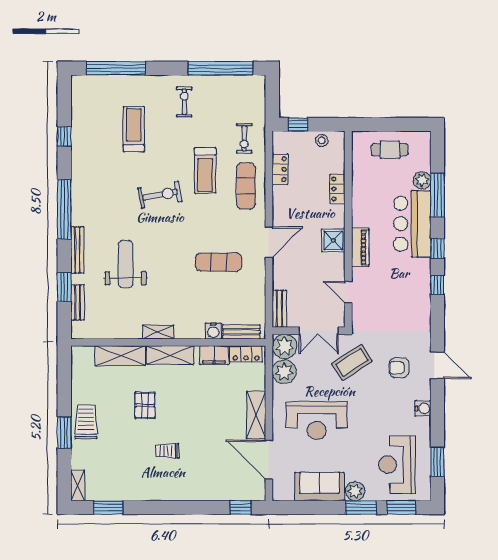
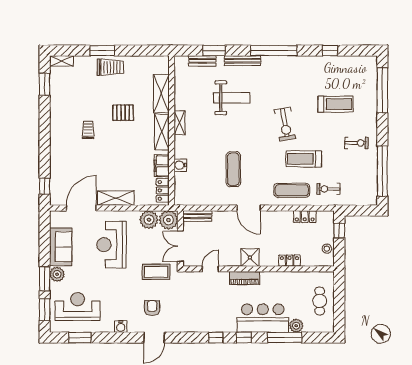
bench: (241, 332) -> (180, 187), removed
coffee table: (352, 363) -> (156, 272), turned -57

